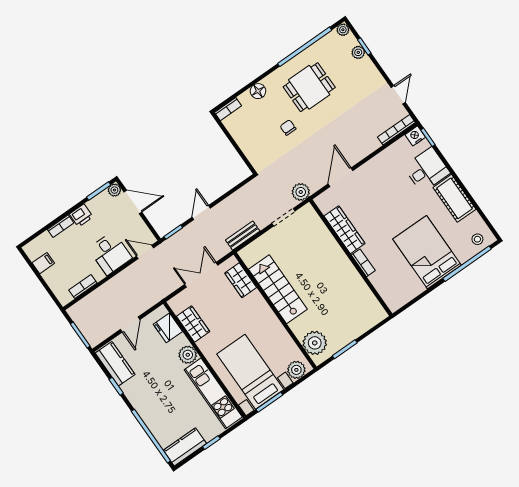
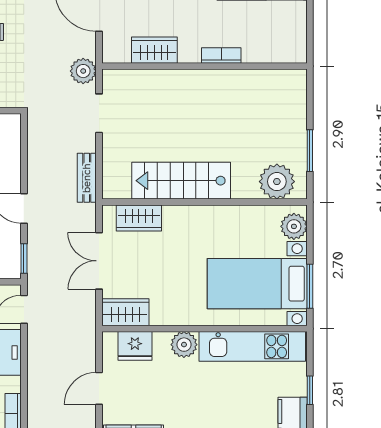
wardrobe: (345, 230) -> (154, 50), width x0.67
door: (130, 324) -> (99, 388), swing flipped
wardrobe: (193, 324) -> (125, 312), moved

